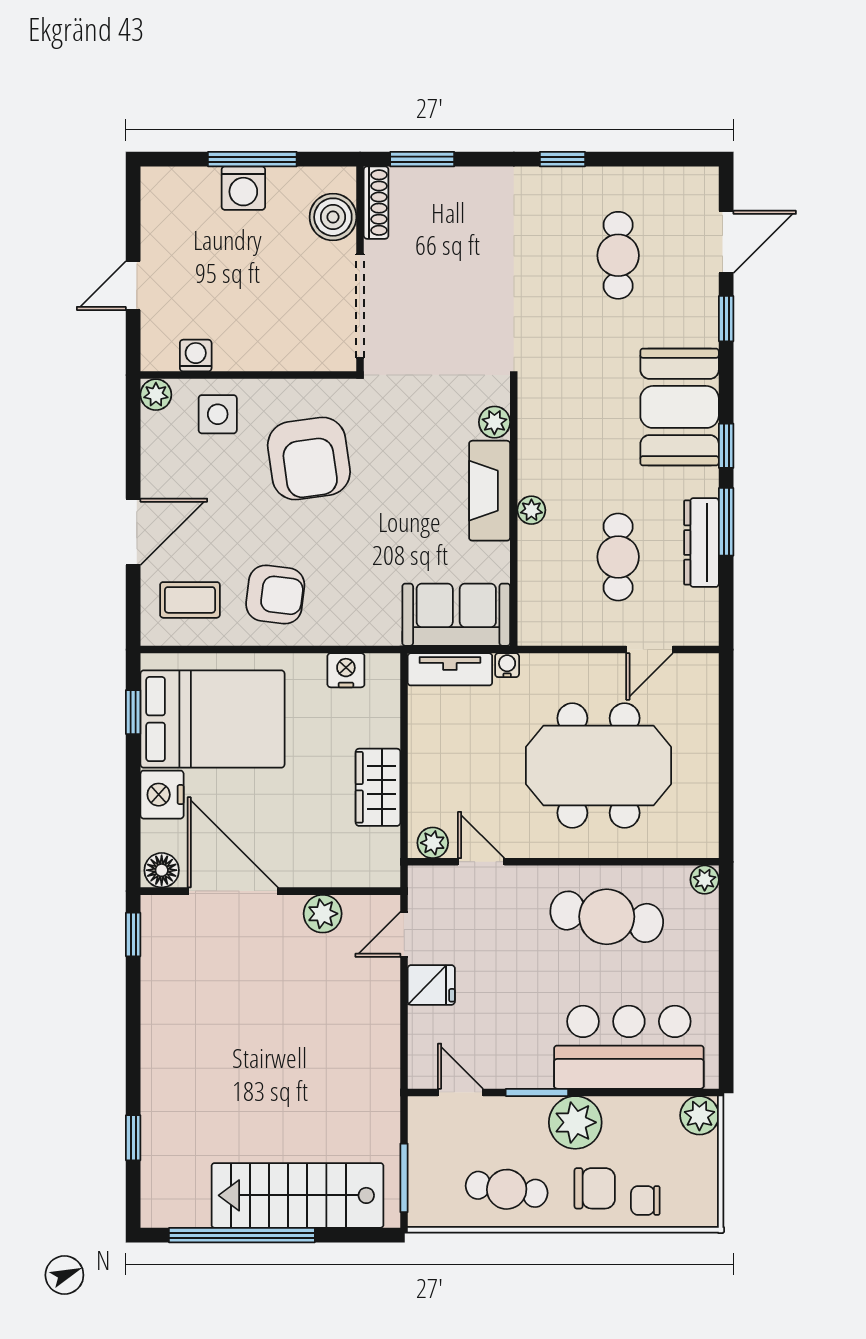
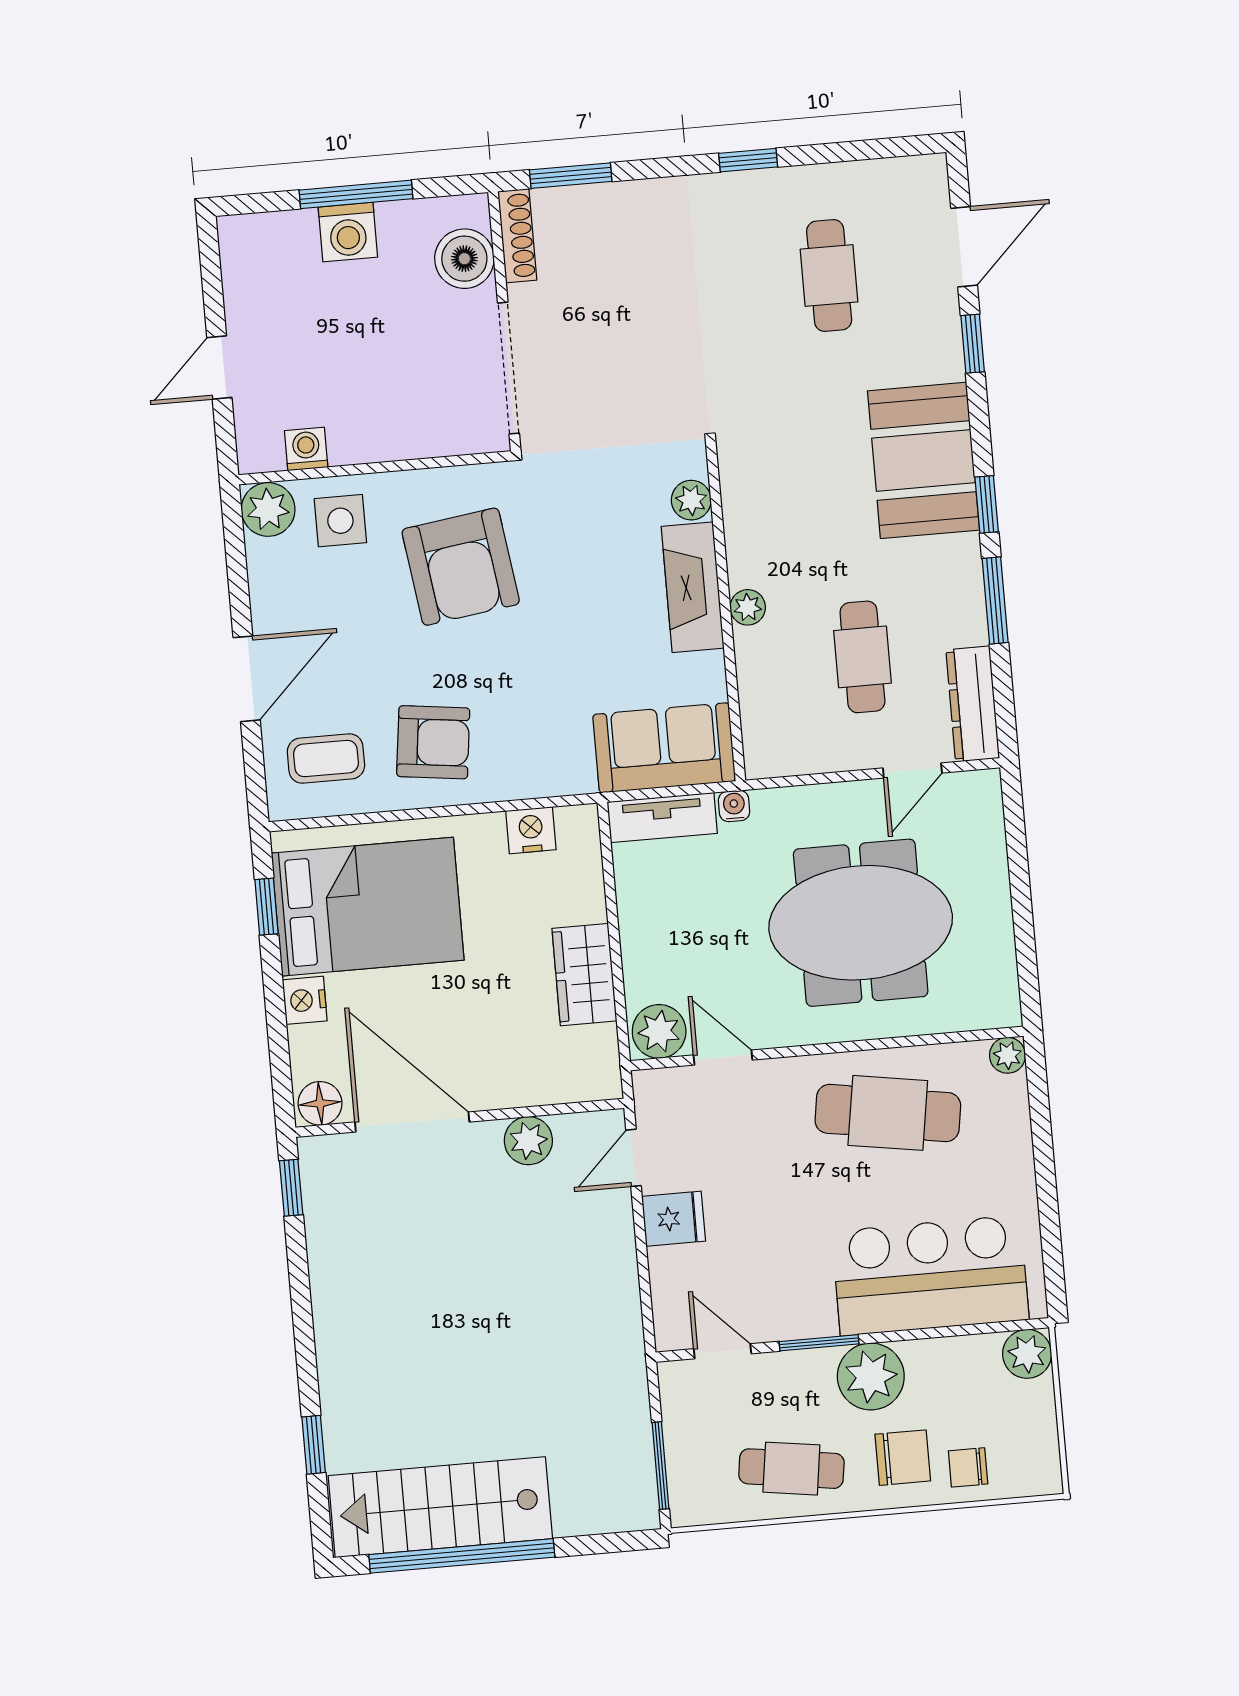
plant: (156, 395) -> (268, 509), width x1.38, depth x1.38
dresser: (701, 543) -> (973, 704), moved
nightstand: (162, 795) -> (305, 1000), width x0.74, depth x0.75
plant: (433, 843) -> (659, 1031), width x1.38, depth x1.38
stairs: (297, 1195) -> (440, 1507), moved

